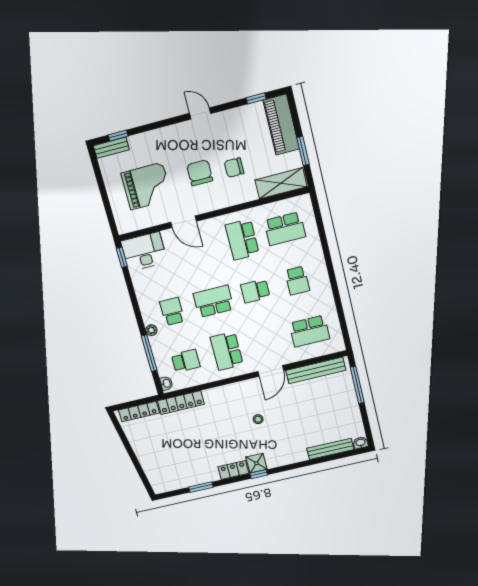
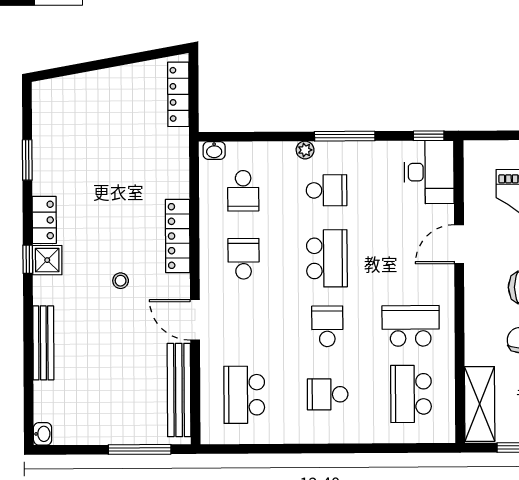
school desk: (227, 351) -> (244, 259), width x0.54
window: (149, 353) -> (345, 136), moved
locker: (181, 403) -> (178, 236), moved
bench: (330, 449) -> (43, 343), moved

